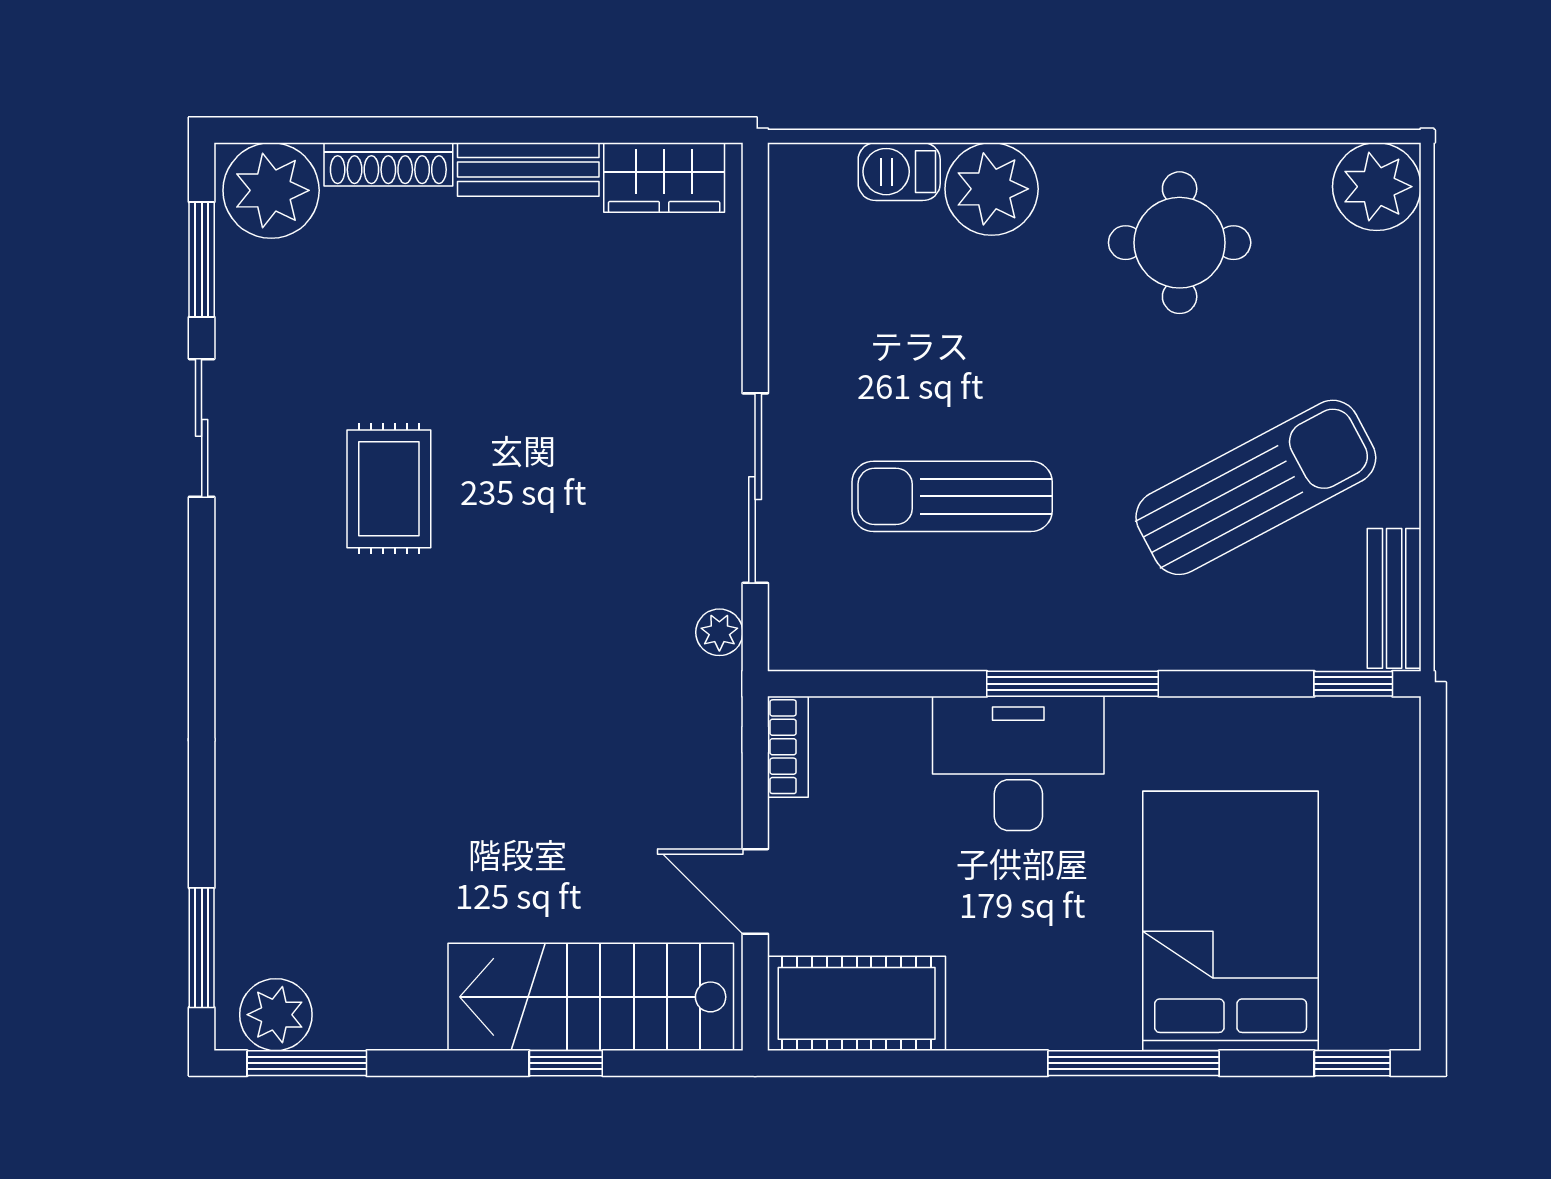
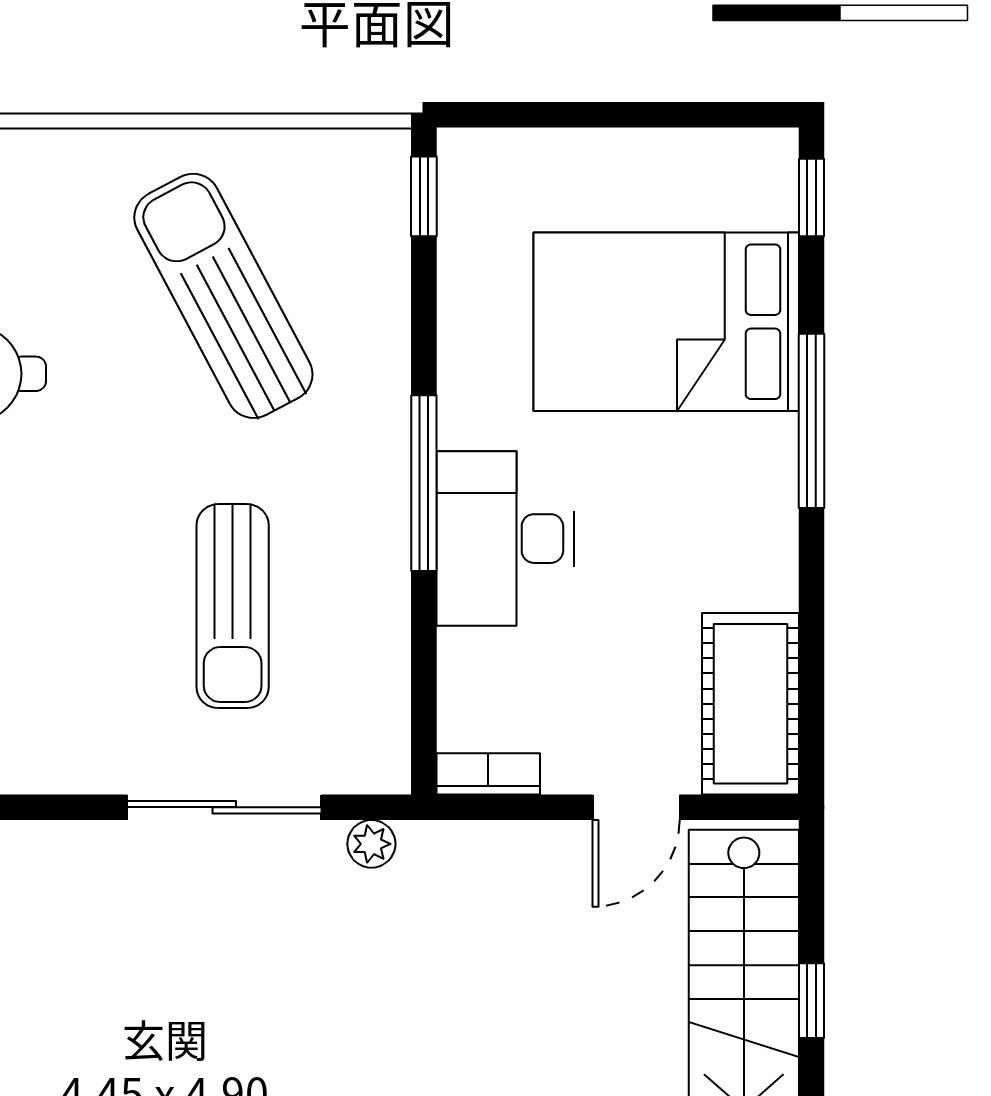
bench: (1394, 598) -> (337, 155), removed

